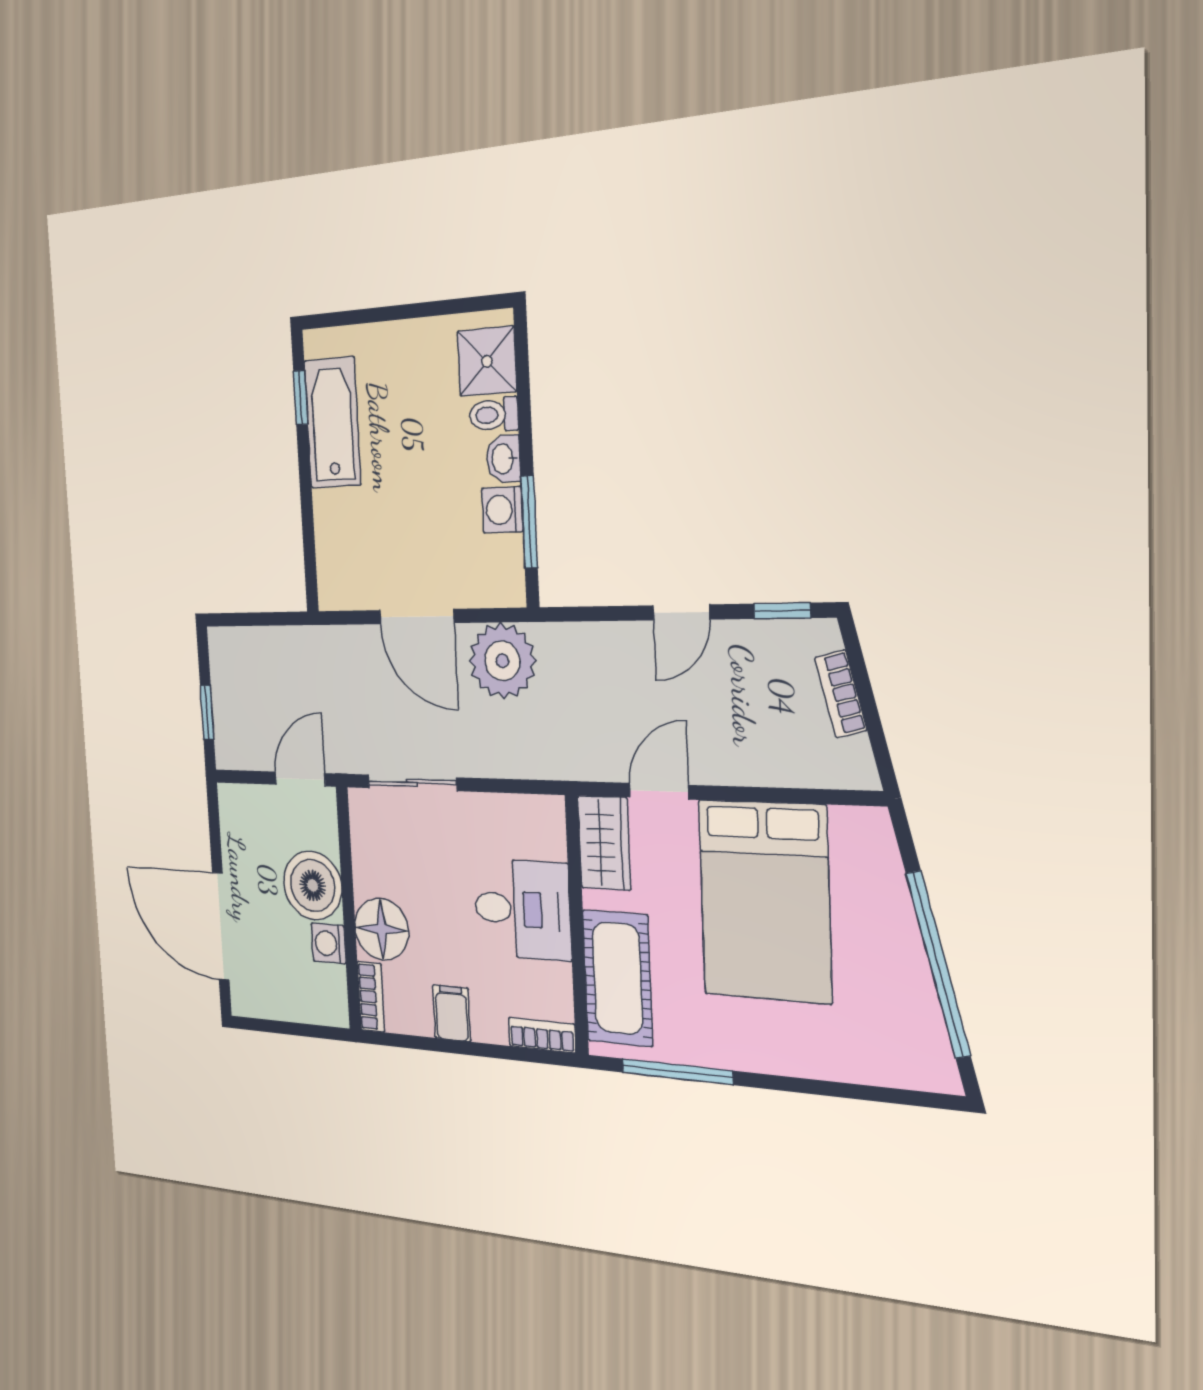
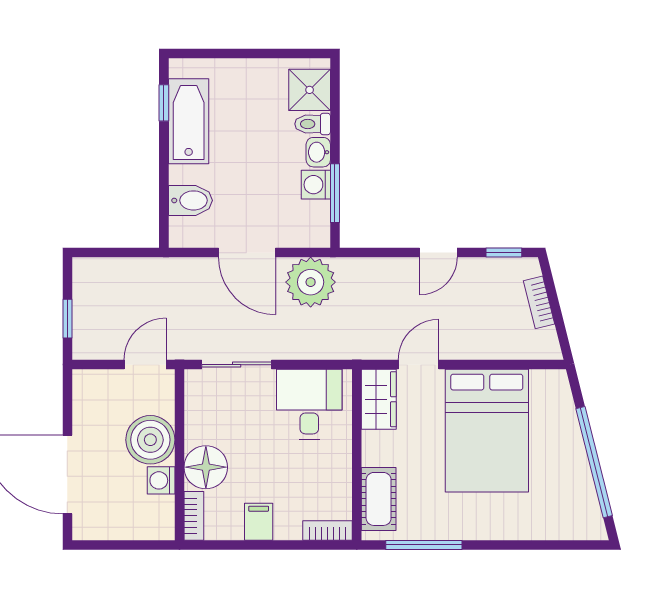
bidet: (341, 541) -> (190, 200), added
desk: (522, 909) -> (309, 404), moved, turned -90
cot: (618, 978) -> (379, 499), width x0.73, depth x0.75

